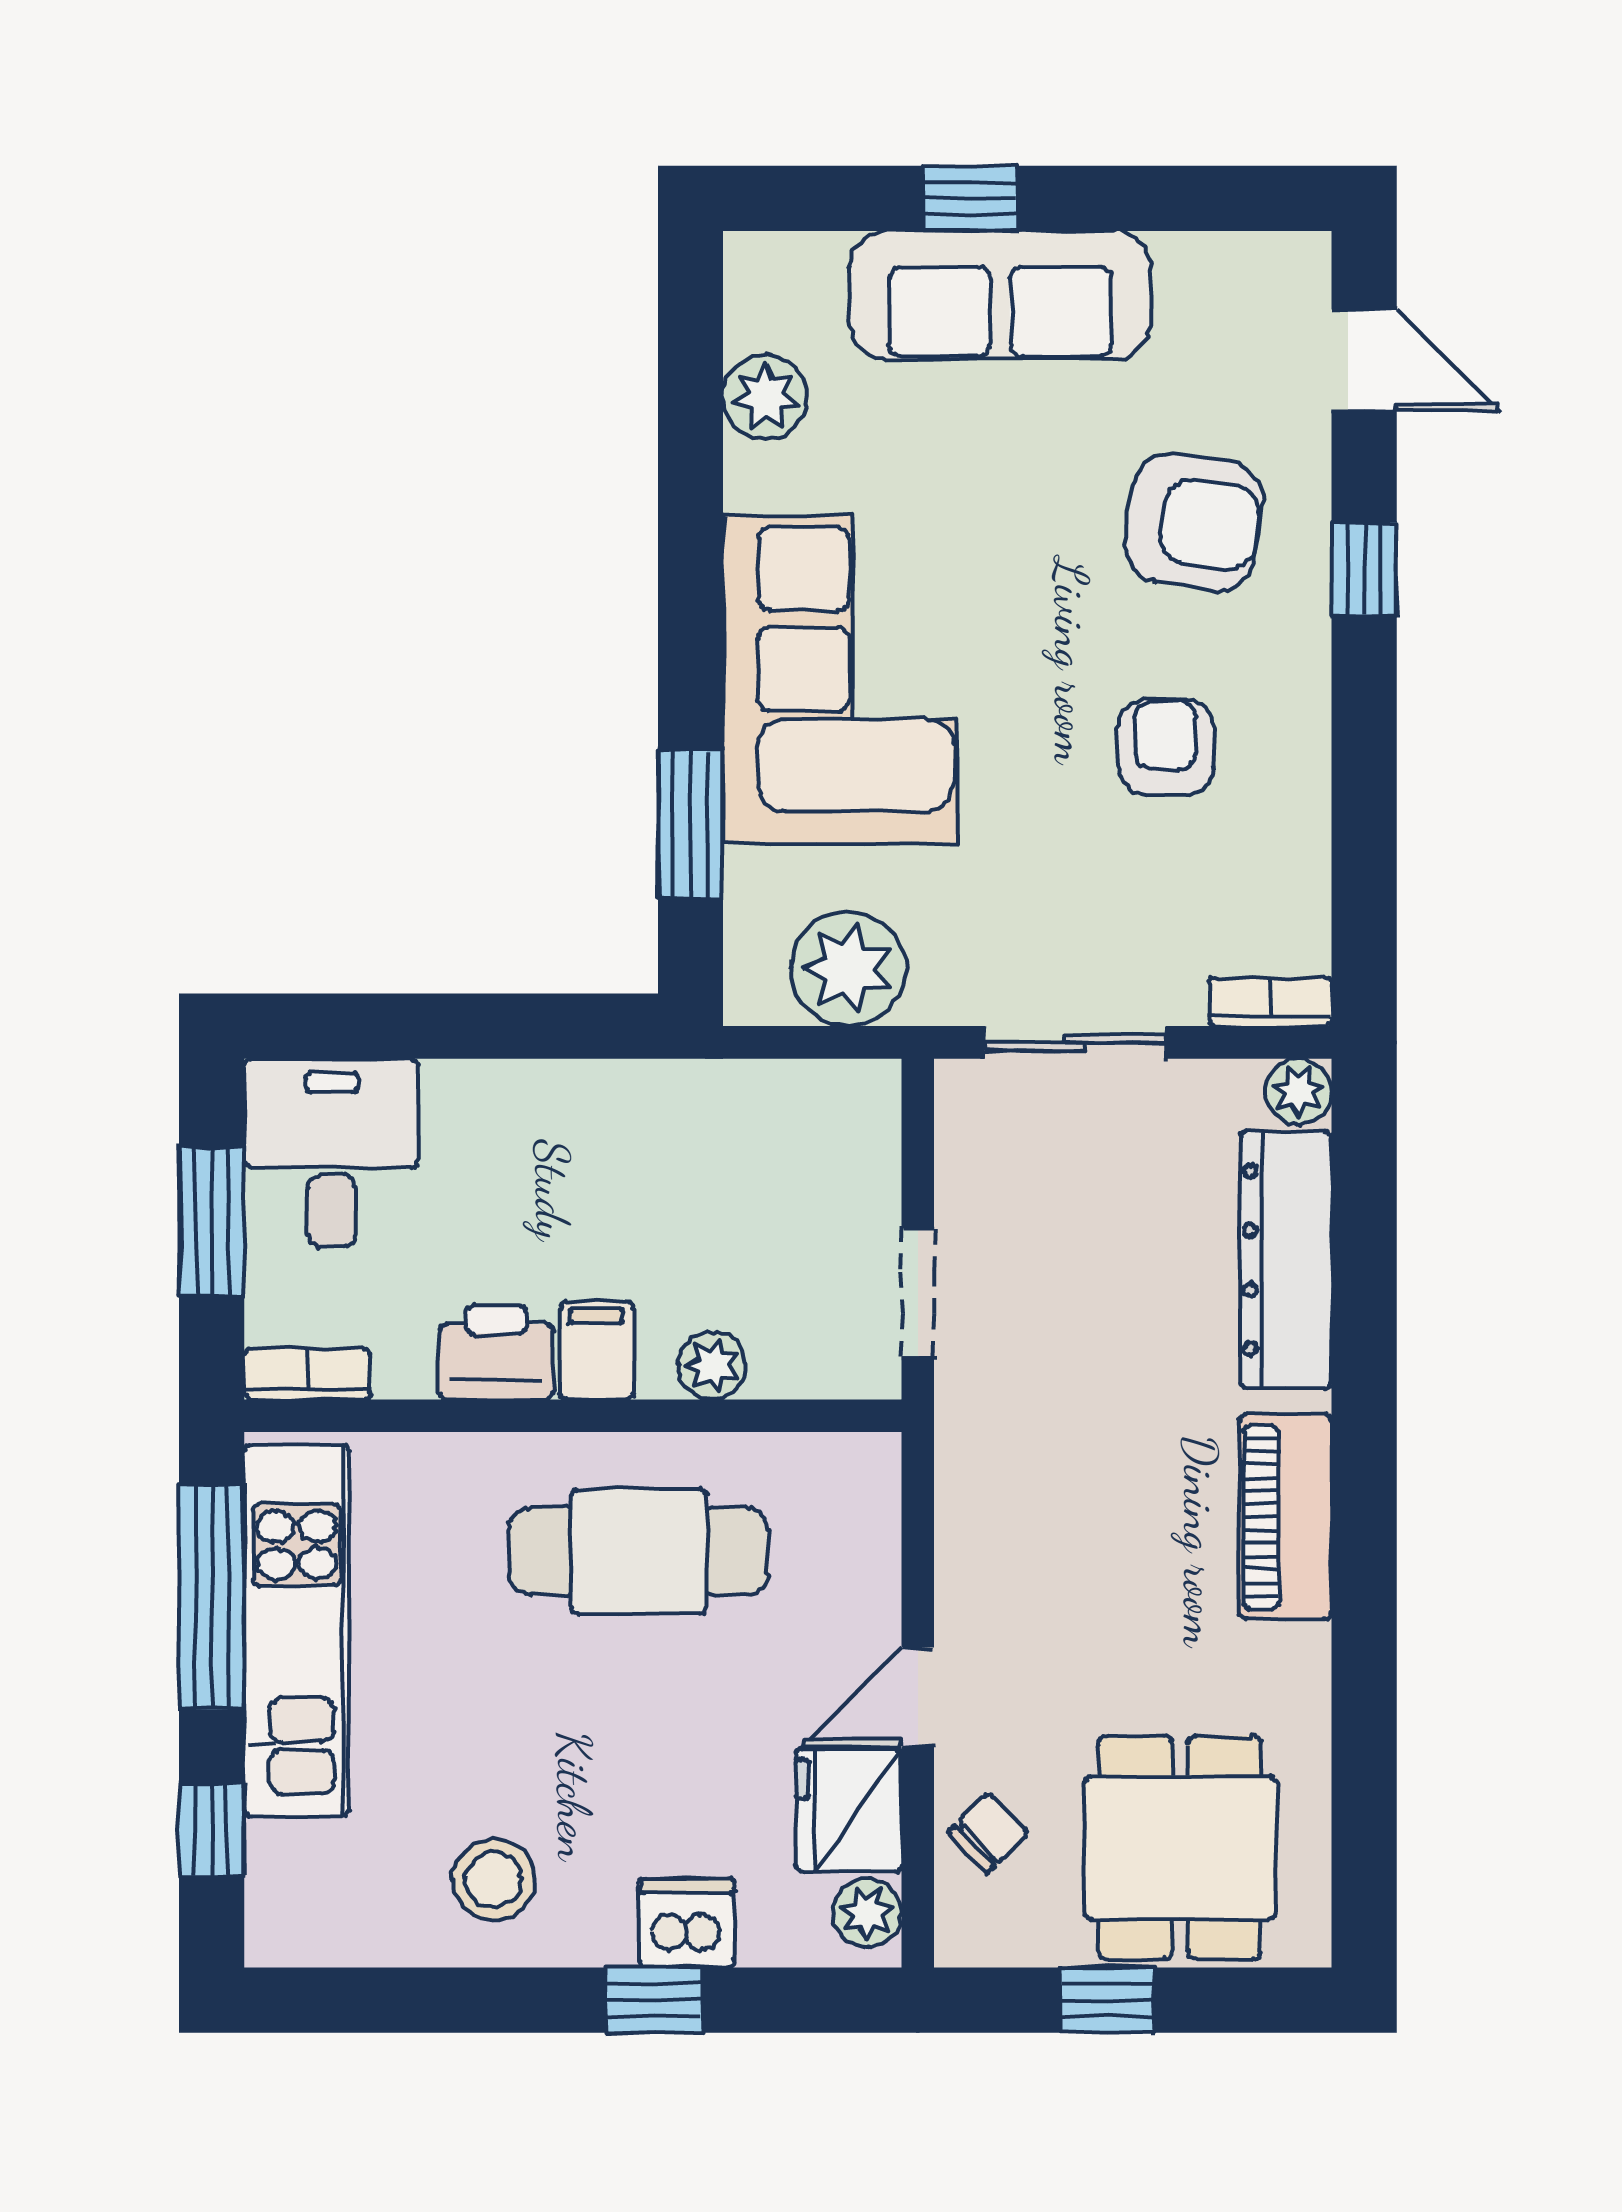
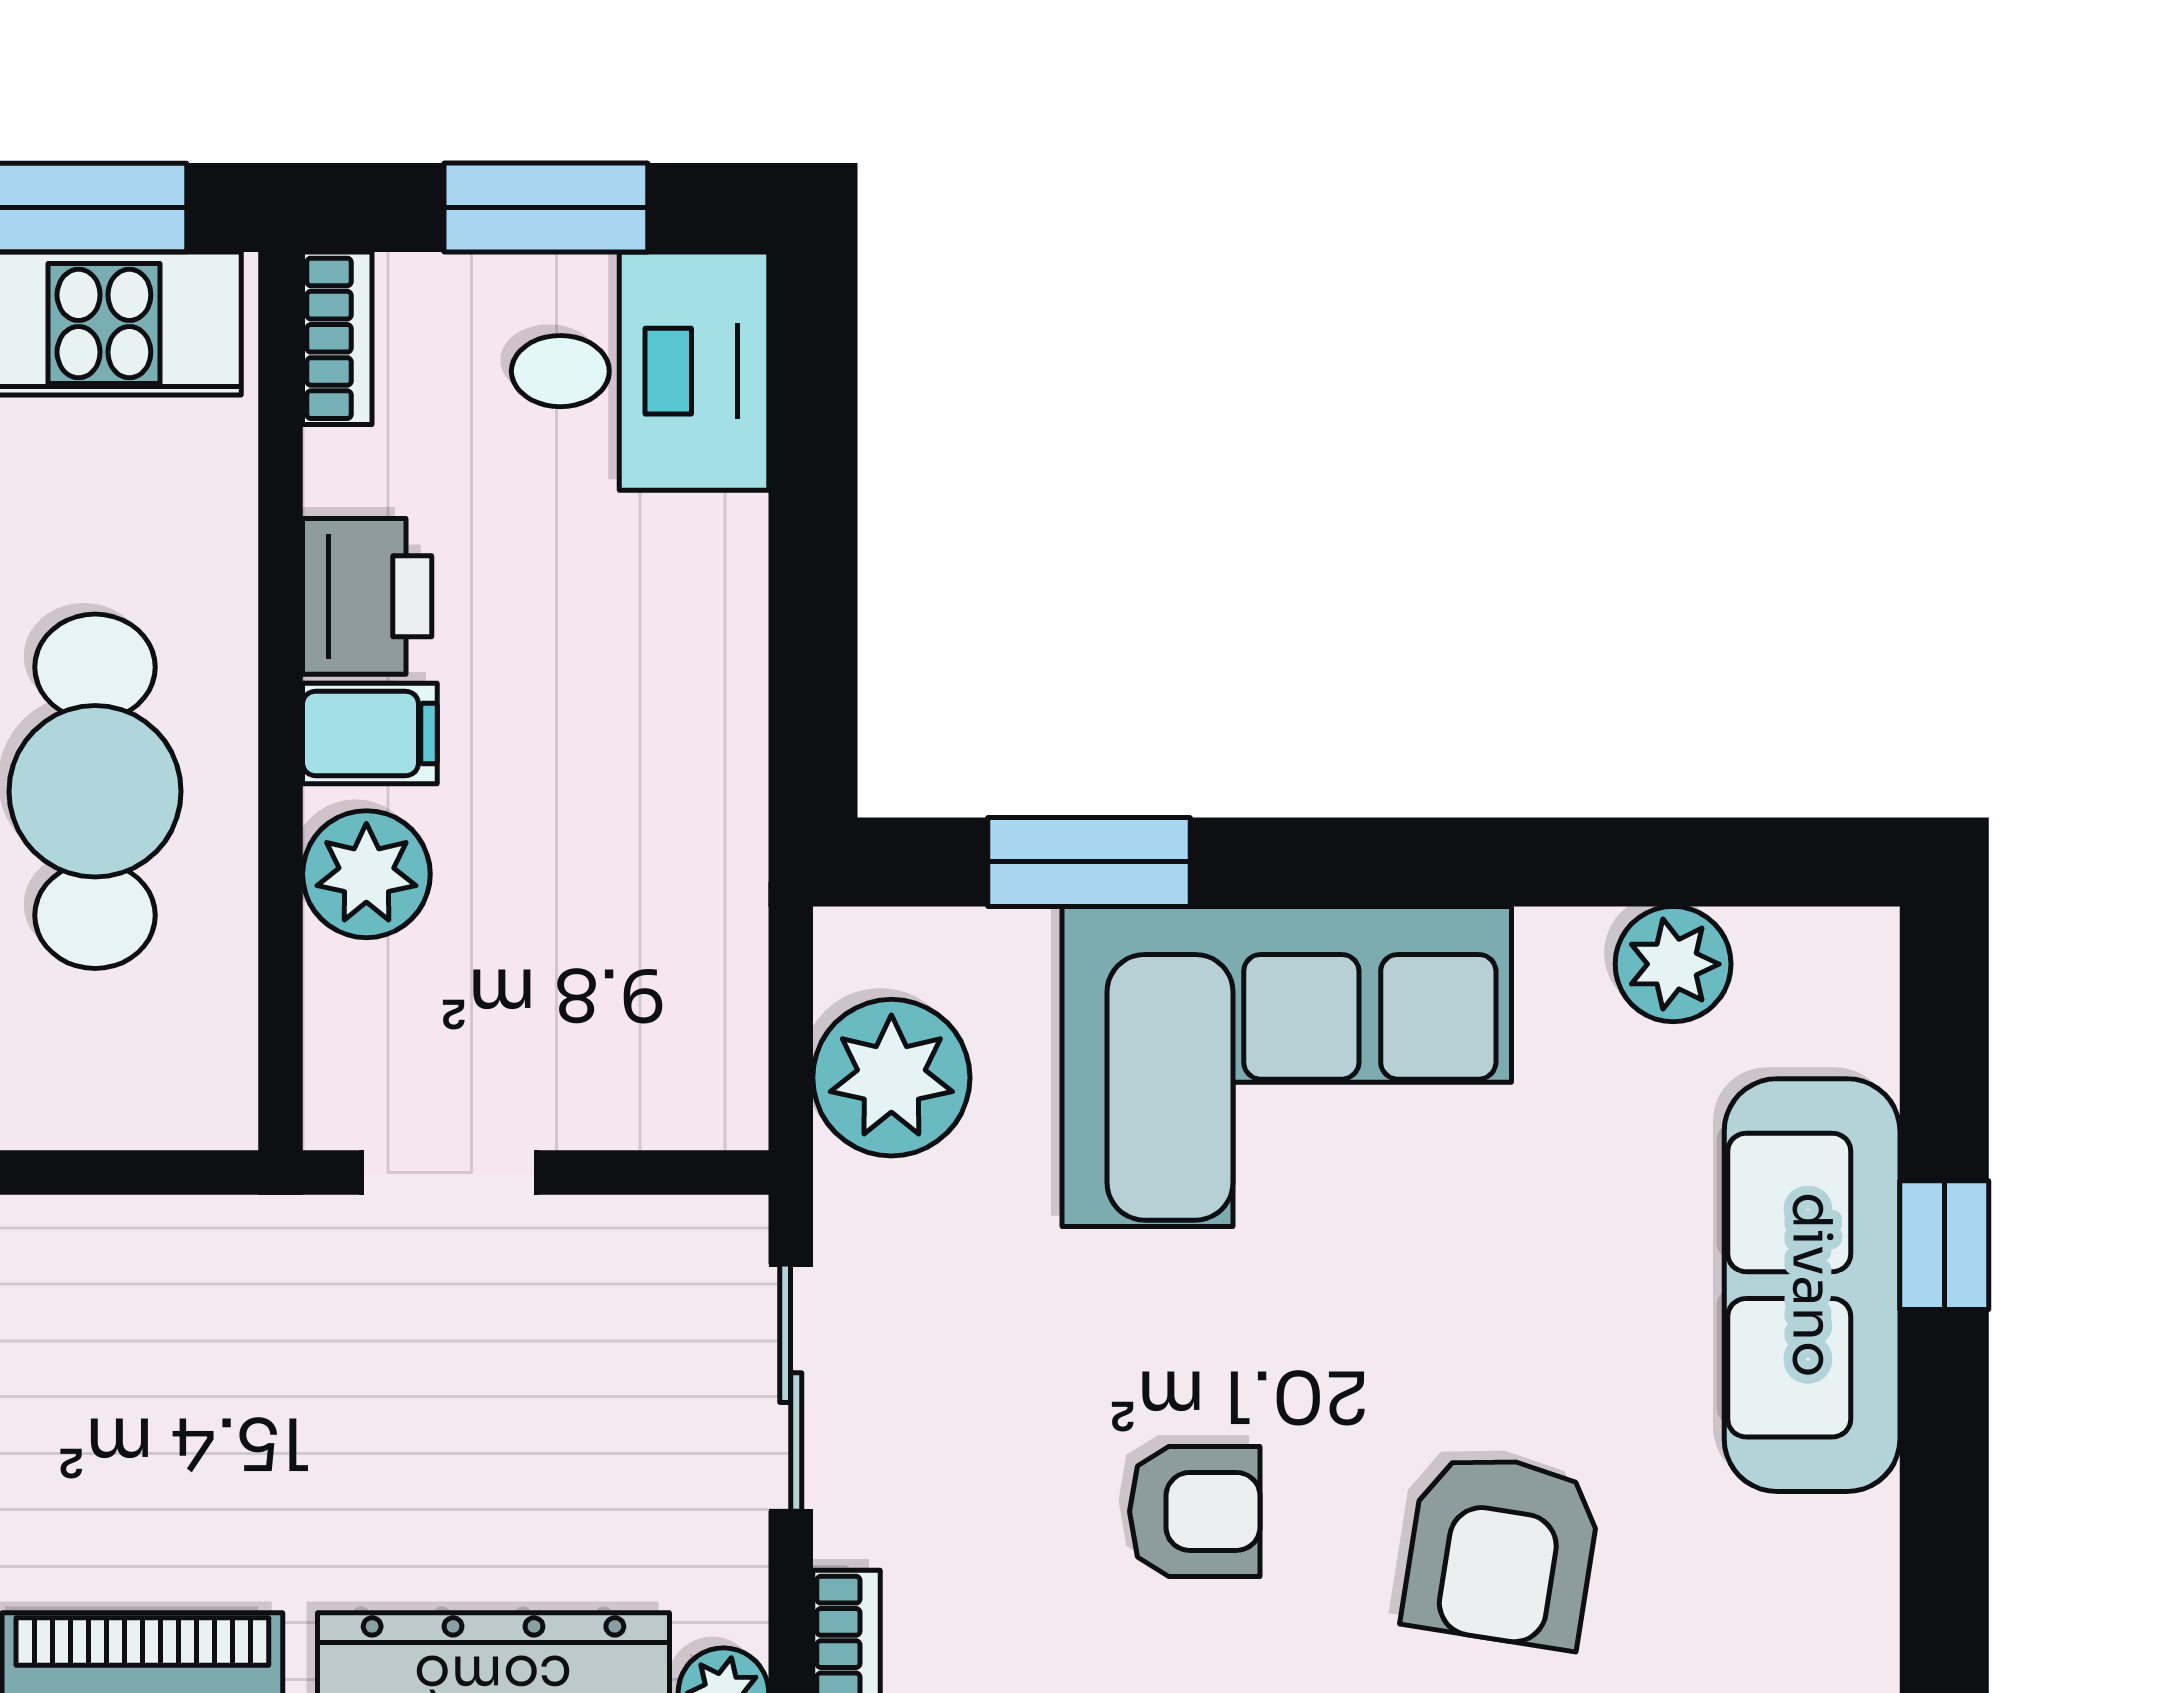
plant: (712, 1366) -> (366, 874), width x1.38, depth x1.38

